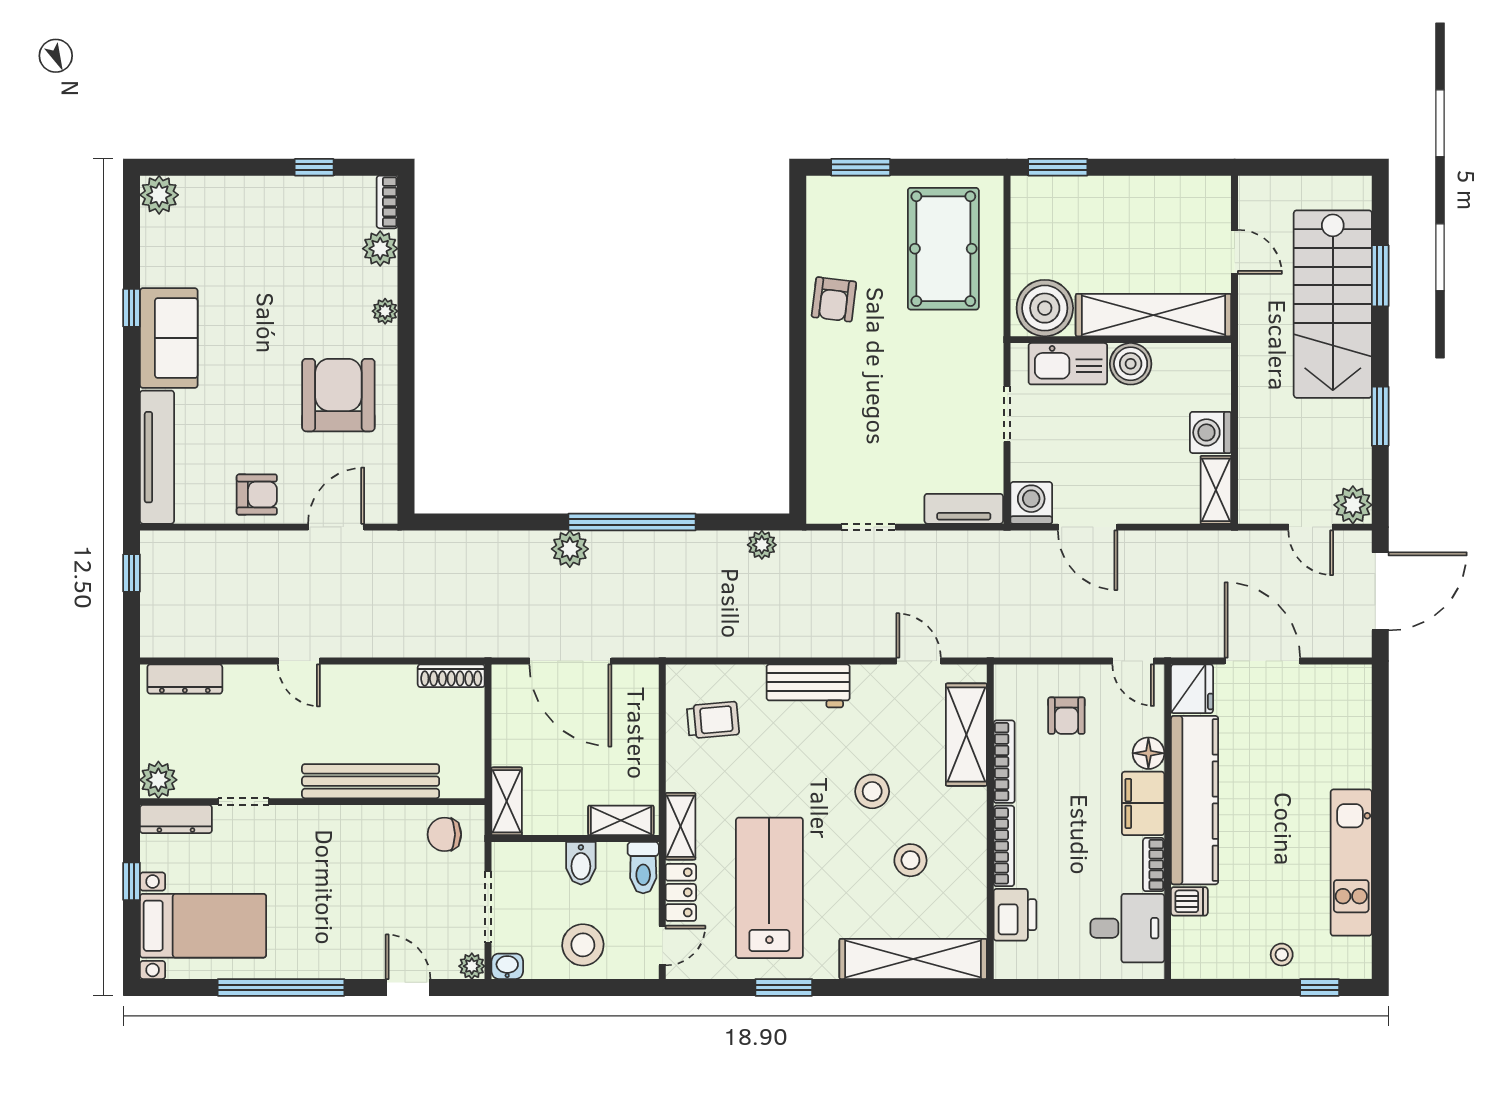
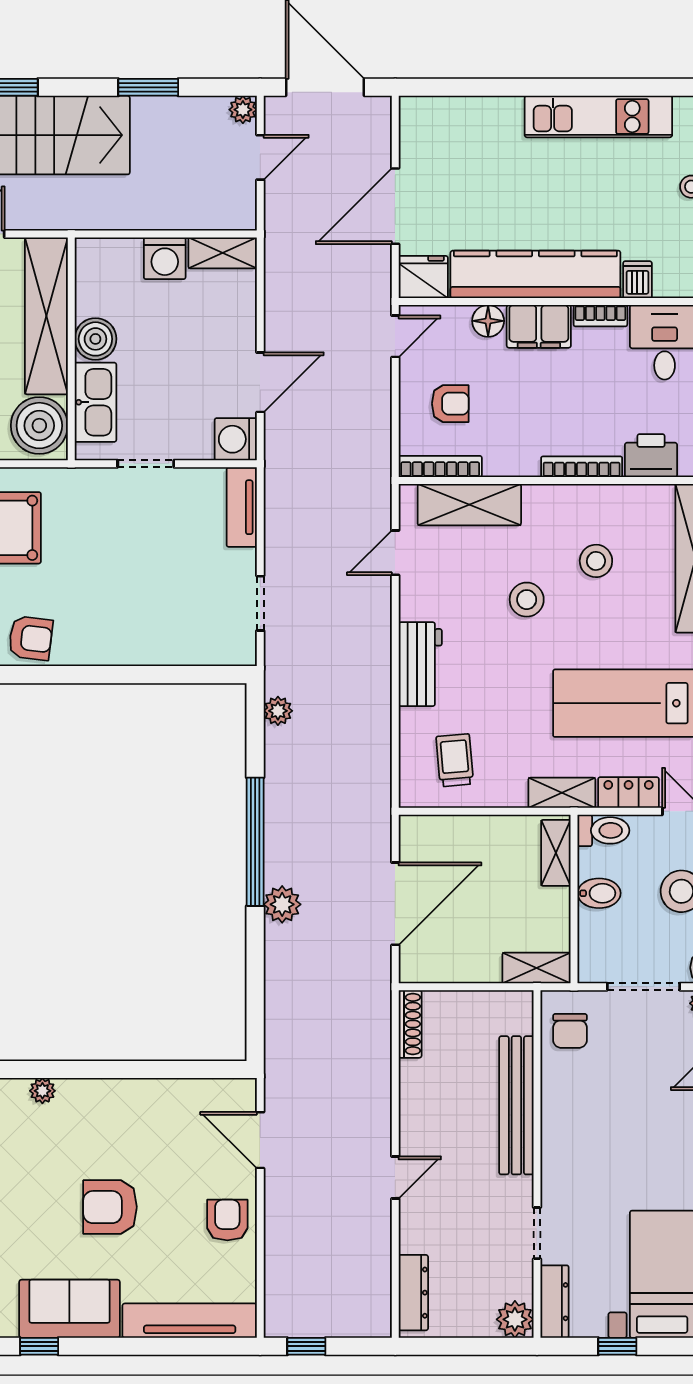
armchair: (338, 395) -> (110, 1207), moved, width x0.73, depth x0.73
plant: (1353, 505) -> (243, 110), width x0.73, depth x0.73
bookcase: (1004, 762) -> (440, 466), moved

